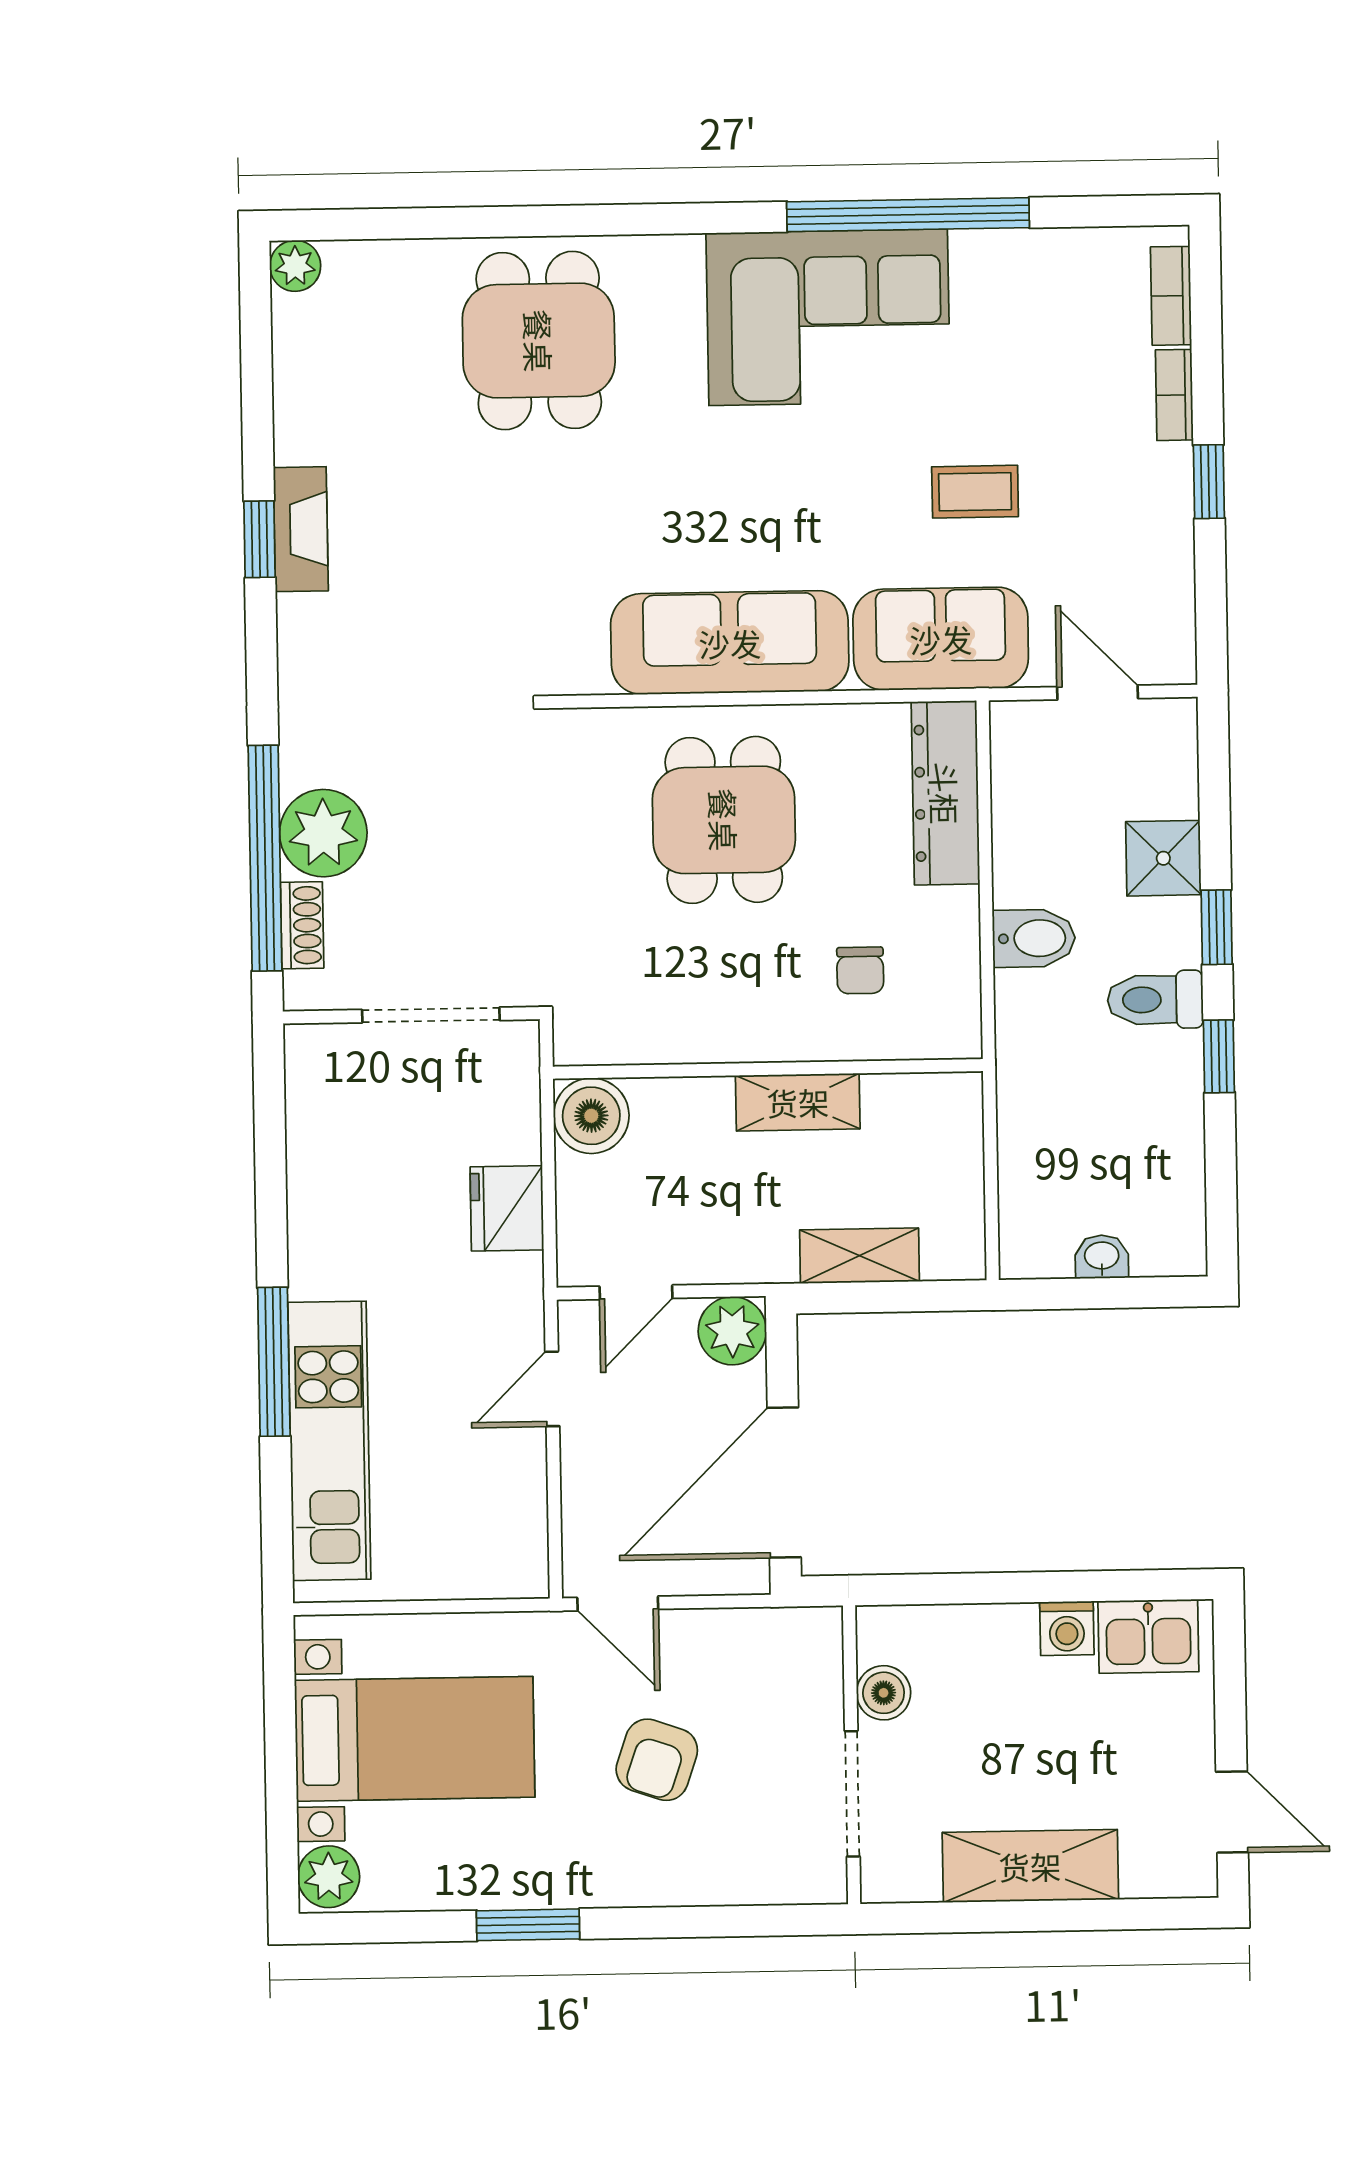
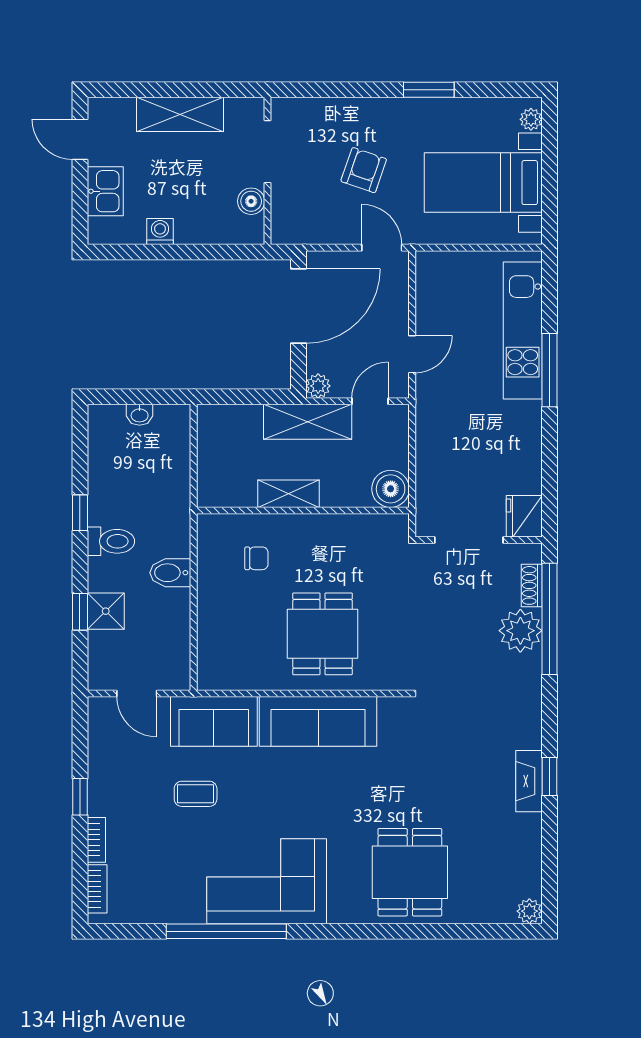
dresser: (945, 793) -> (213, 645), removed
window: (1217, 927) -> (80, 612), moved
chair: (860, 970) -> (256, 558), turned 90
fridge: (507, 1208) -> (524, 516), moved, turned 180
shelving: (860, 1256) -> (308, 422), moved, width x1.50, depth x1.33
plant: (732, 1331) -> (318, 386), width x0.73, depth x0.73
kitchen sink: (1148, 1636) -> (105, 191), moved, turned 90
plant: (329, 1877) -> (531, 119), width x0.73, depth x0.73

